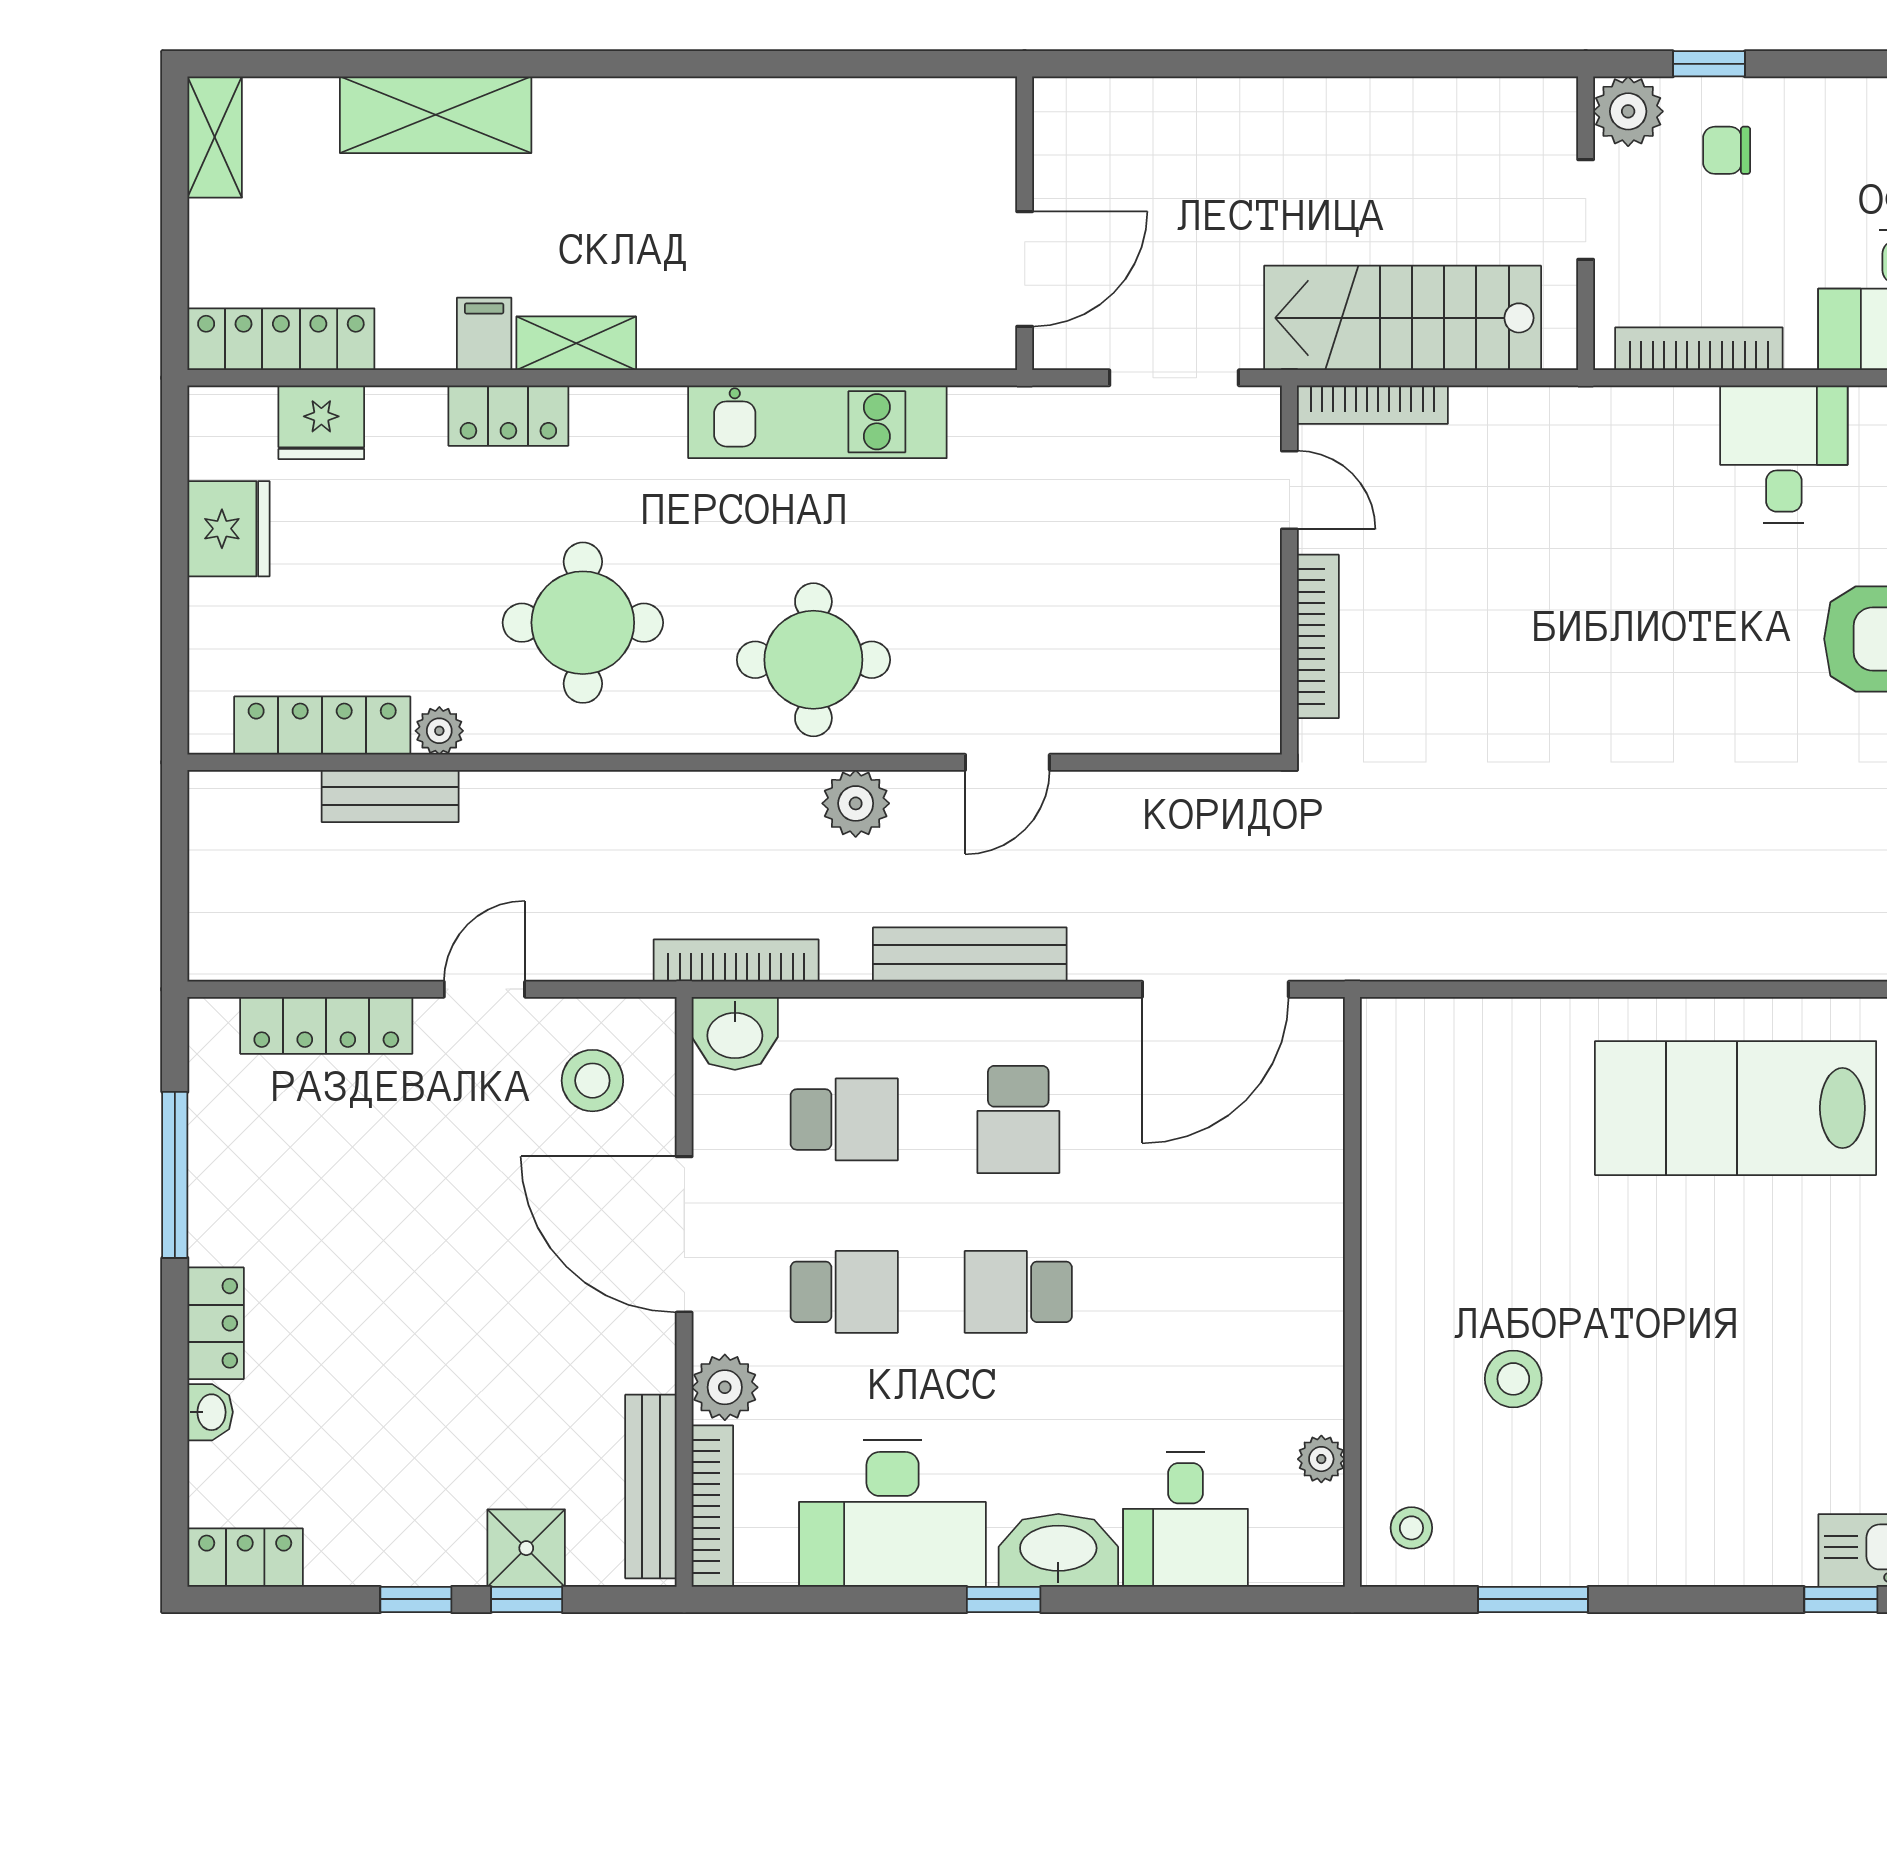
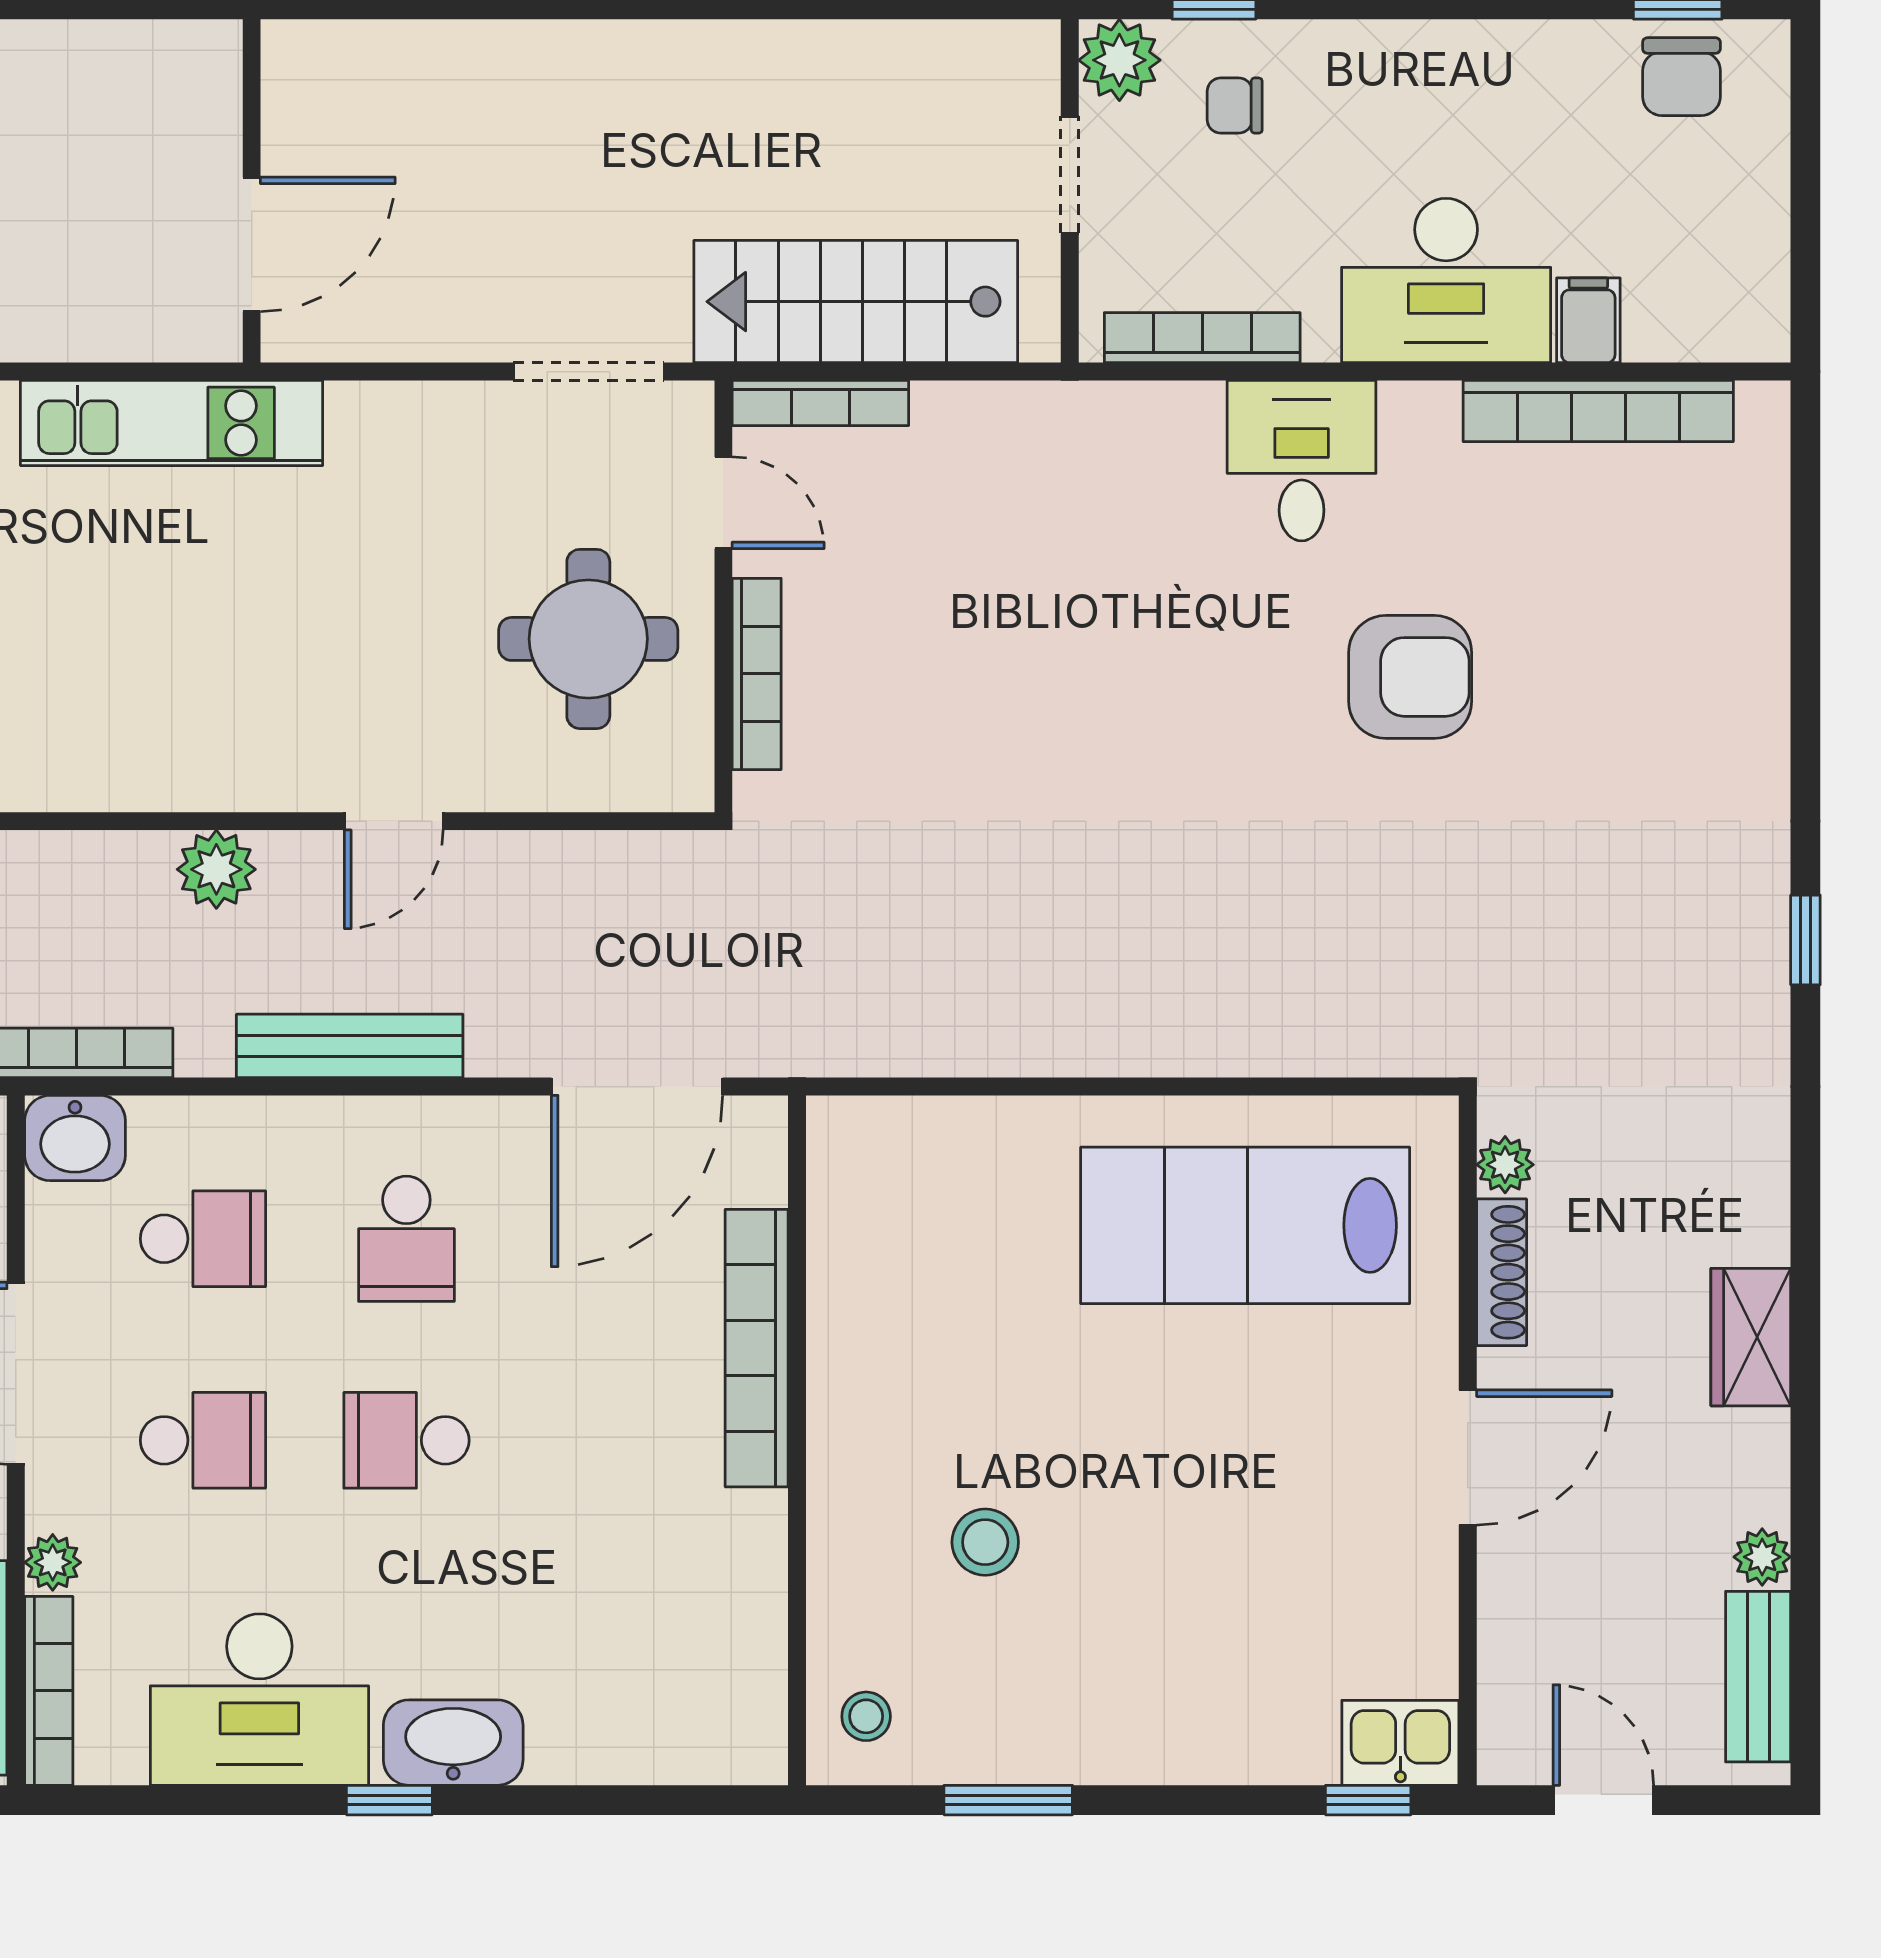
wall: (1025, 223) -> (252, 191), moved
door: (1025, 269) -> (252, 244), moved
round table: (813, 660) -> (588, 639), moved
bookcase: (1318, 1213) -> (757, 1348), added
plant: (725, 1387) -> (53, 1562), width x0.73, depth x0.73
plant: (1321, 1459) -> (761, 1636), removed
desk: (1185, 1520) -> (602, 1707), removed

